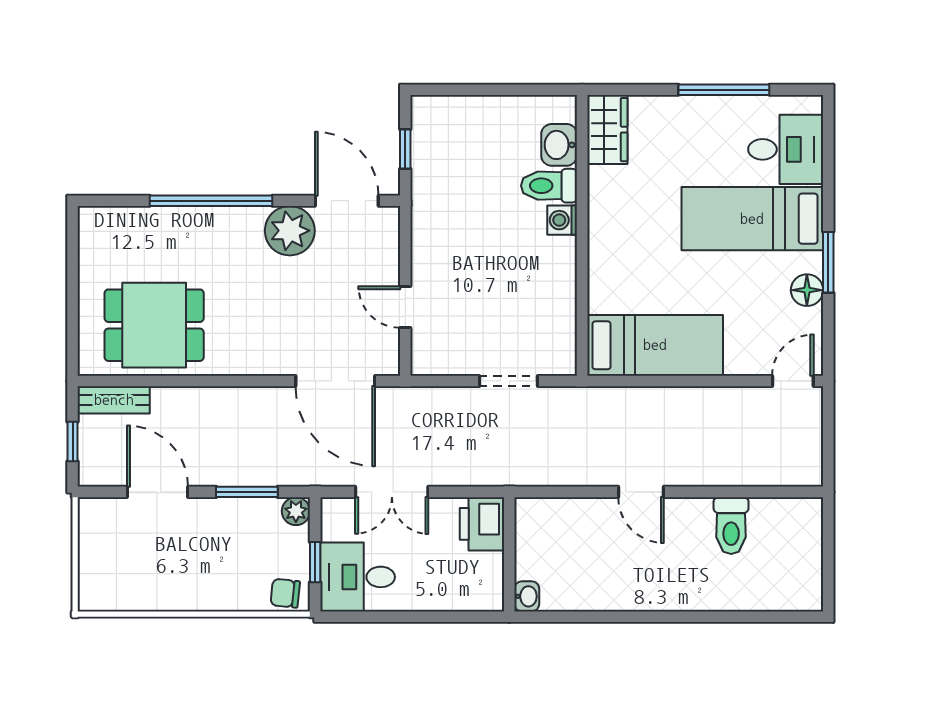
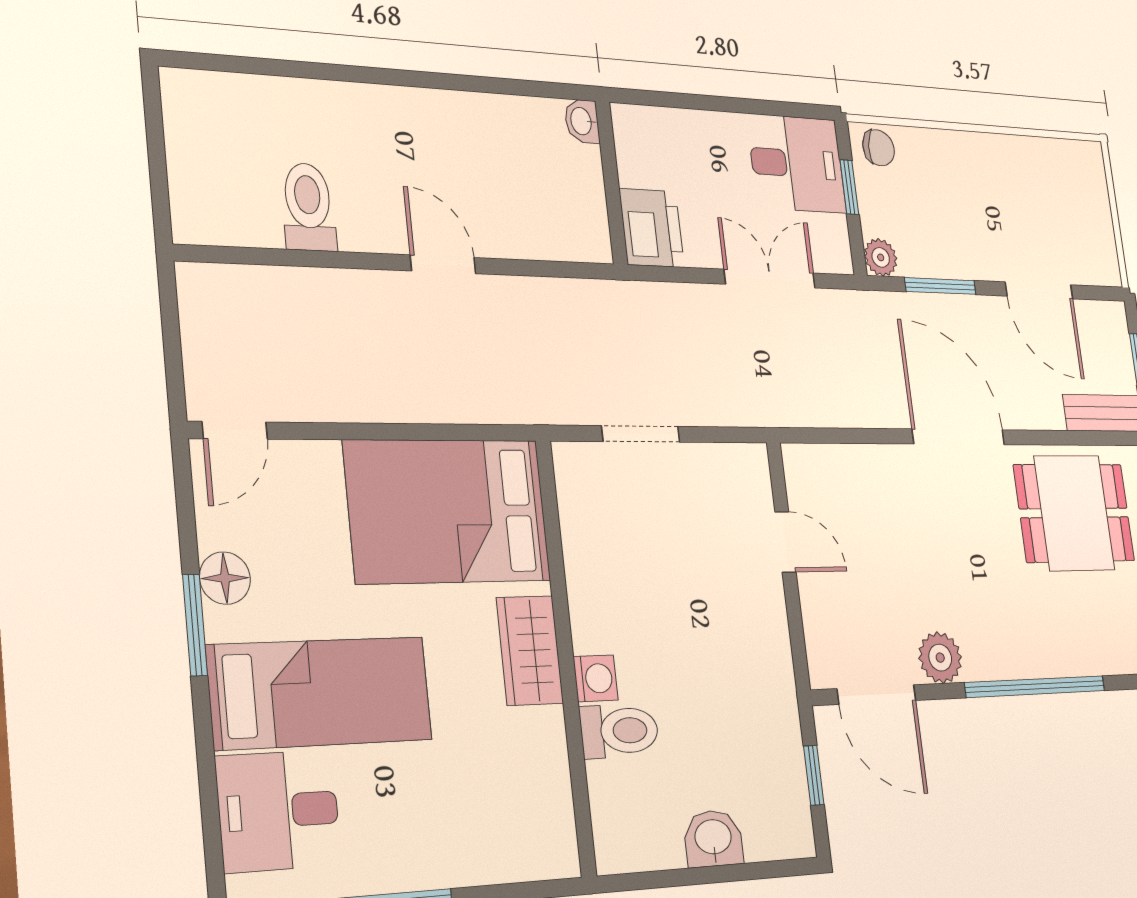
wardrobe: (607, 130) -> (530, 650), moved
washbasin: (559, 145) -> (713, 838), moved, turned -90
plant: (290, 231) -> (940, 658), width x0.73, depth x0.73
bed: (655, 345) -> (448, 511), width x1.50
door: (335, 381) -> (959, 437), moved

